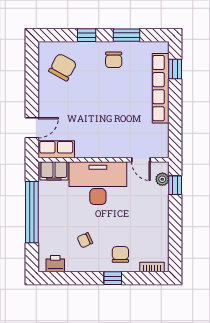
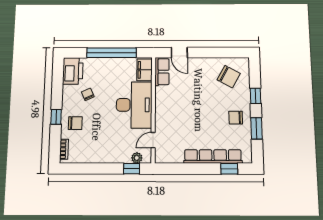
printer: (55, 264) -> (73, 71), width x1.87, depth x1.48

